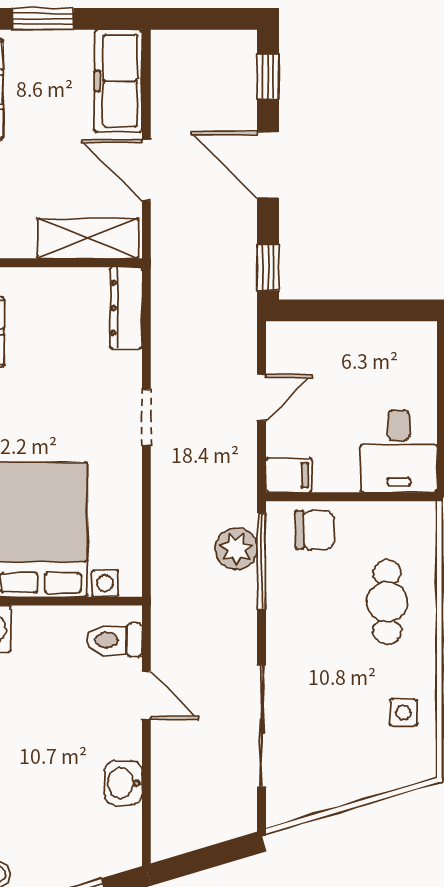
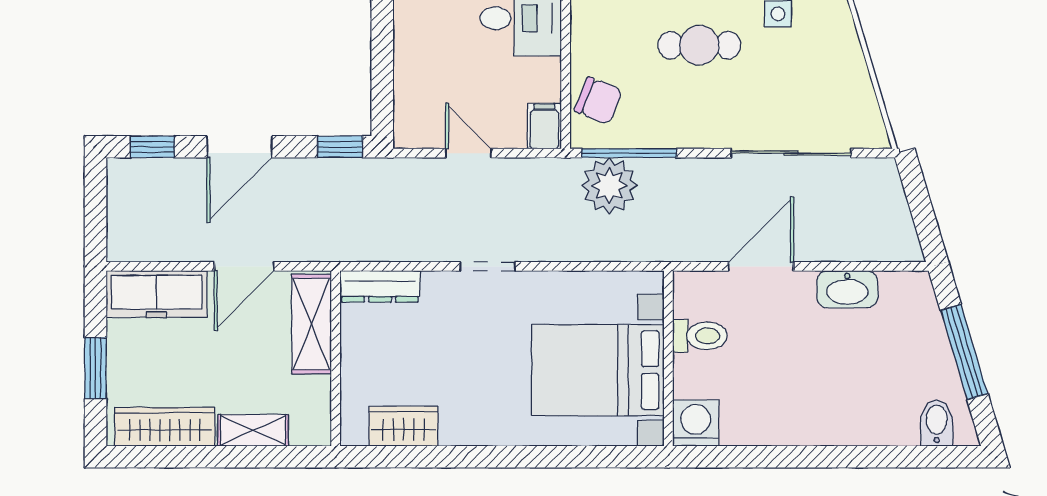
chair: (315, 530) -> (598, 101), turned 112
plant: (236, 549) -> (609, 186), width x1.36, depth x1.36
cafe table: (387, 602) -> (699, 45), moved
toilet: (114, 640) -> (700, 336), moved, turned -90
door: (146, 695) -> (761, 266), width x1.38
washbasin: (123, 783) -> (847, 289), width x1.38

